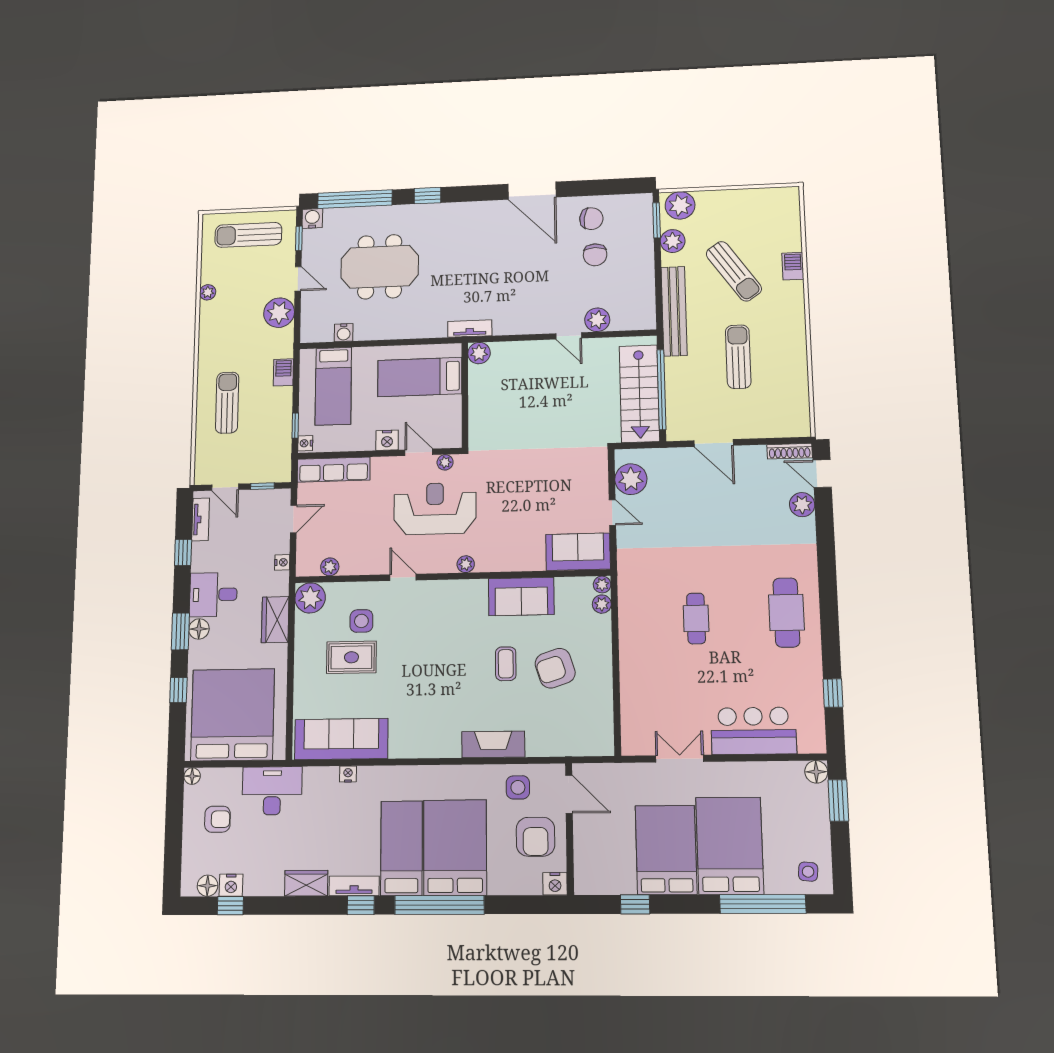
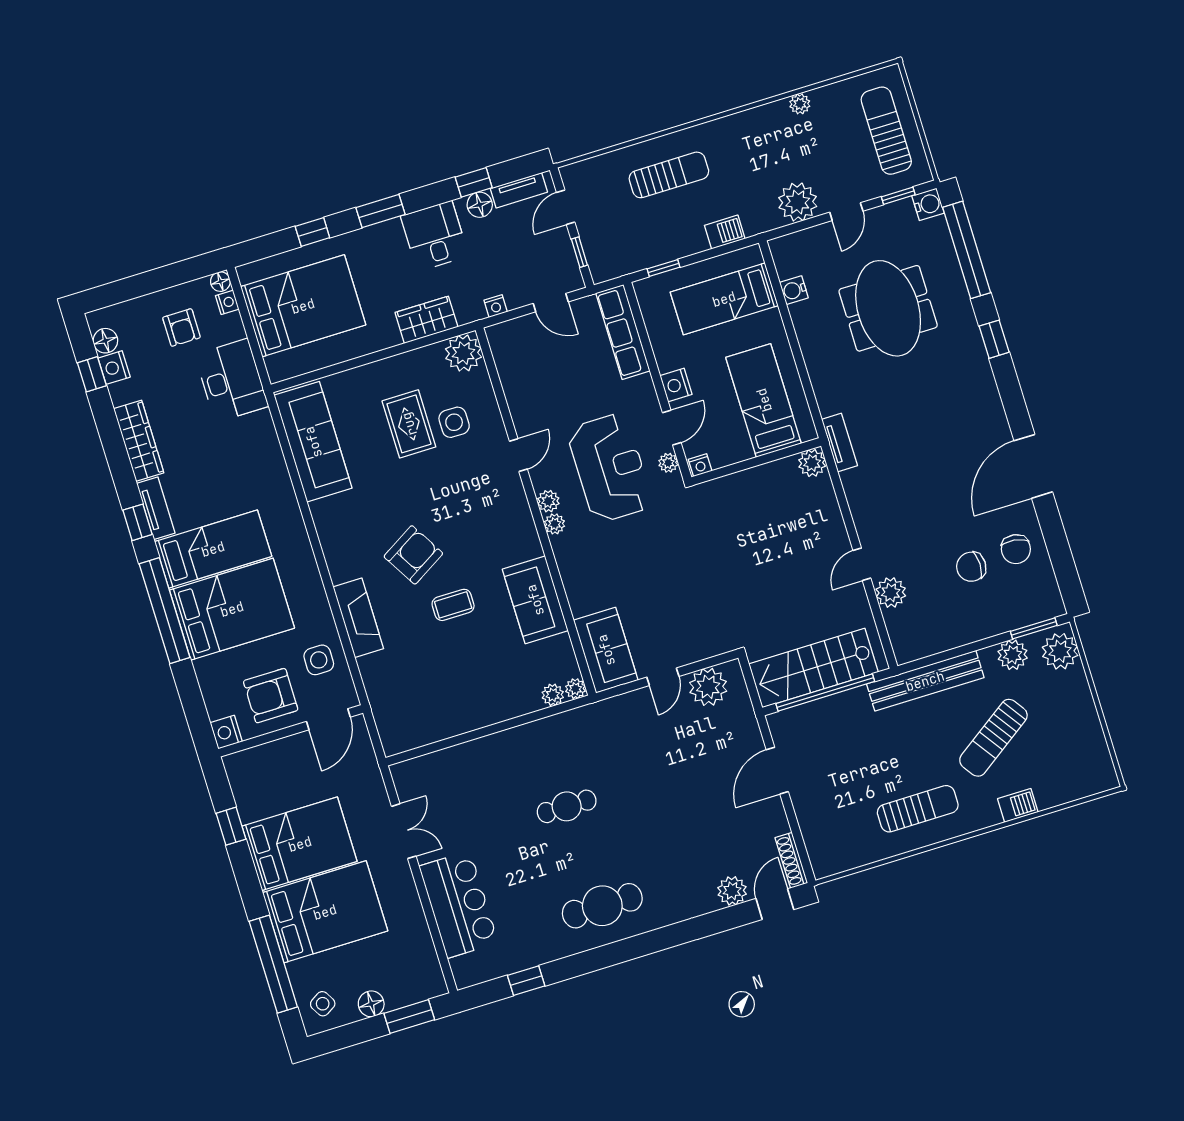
sun lounger: (738, 357) -> (918, 809), moved
nightstand: (305, 443) -> (700, 465), moved, turned 180
plant: (330, 567) -> (548, 501), moved
floor lamp: (199, 629) -> (480, 205), moved
armchair: (555, 668) -> (413, 555), moved, turned 77
bed: (233, 715) -> (303, 306), width x0.73
floor lamp: (816, 772) -> (371, 1004), moved
nightstand: (348, 774) -> (227, 302), moved
side table: (808, 872) -> (323, 1004), turned -36
wardrobe: (306, 883) -> (139, 441), width x1.50

